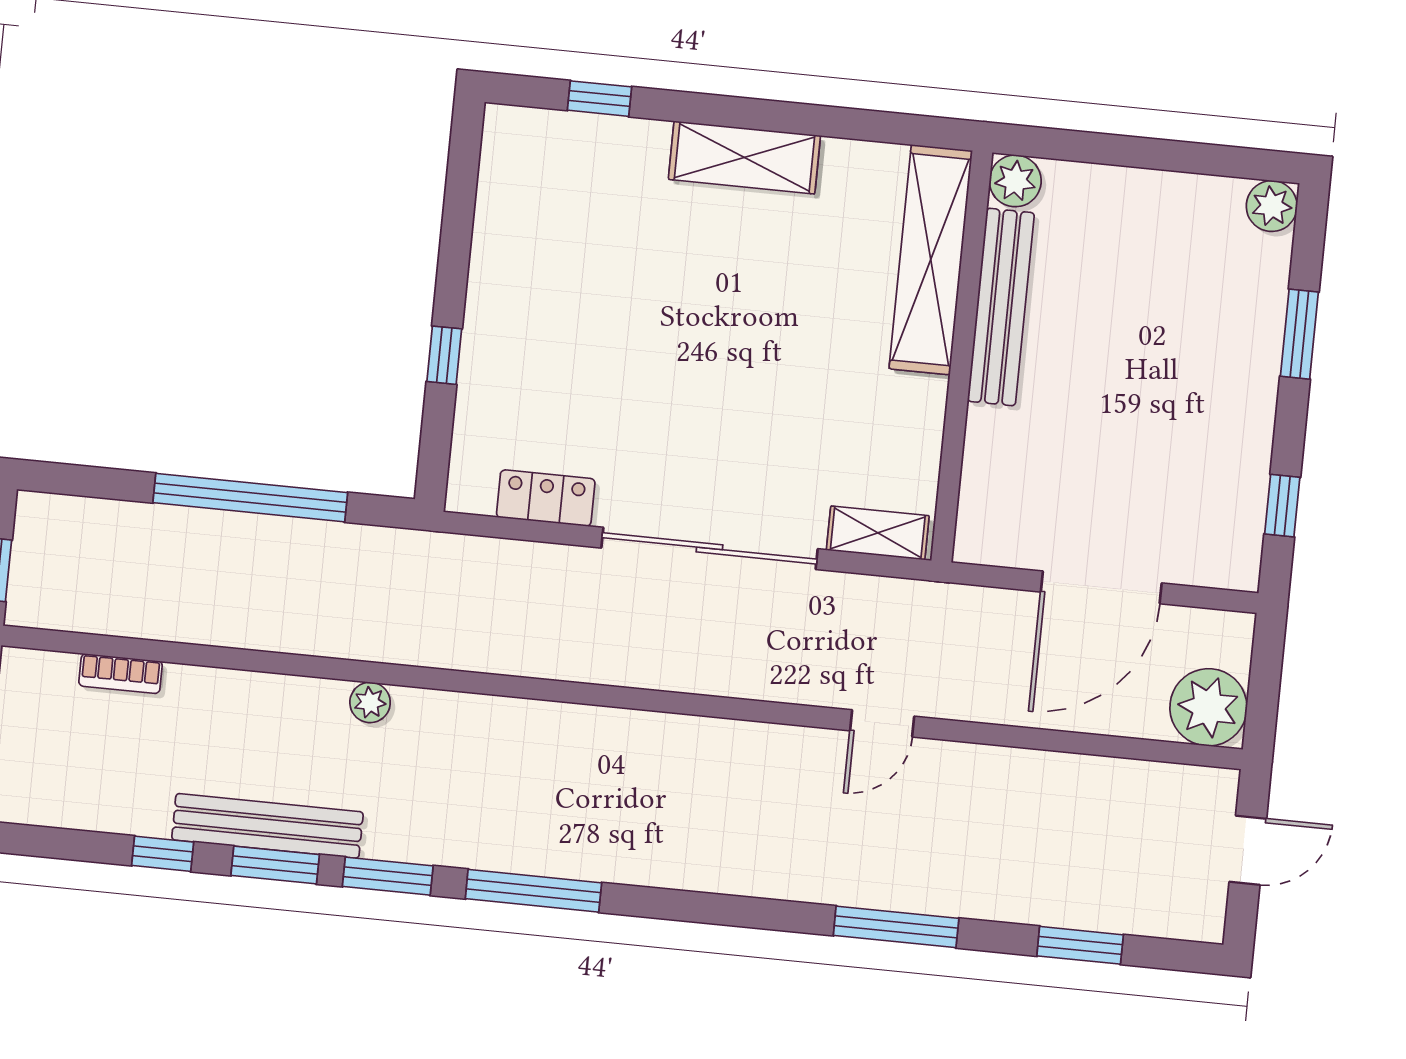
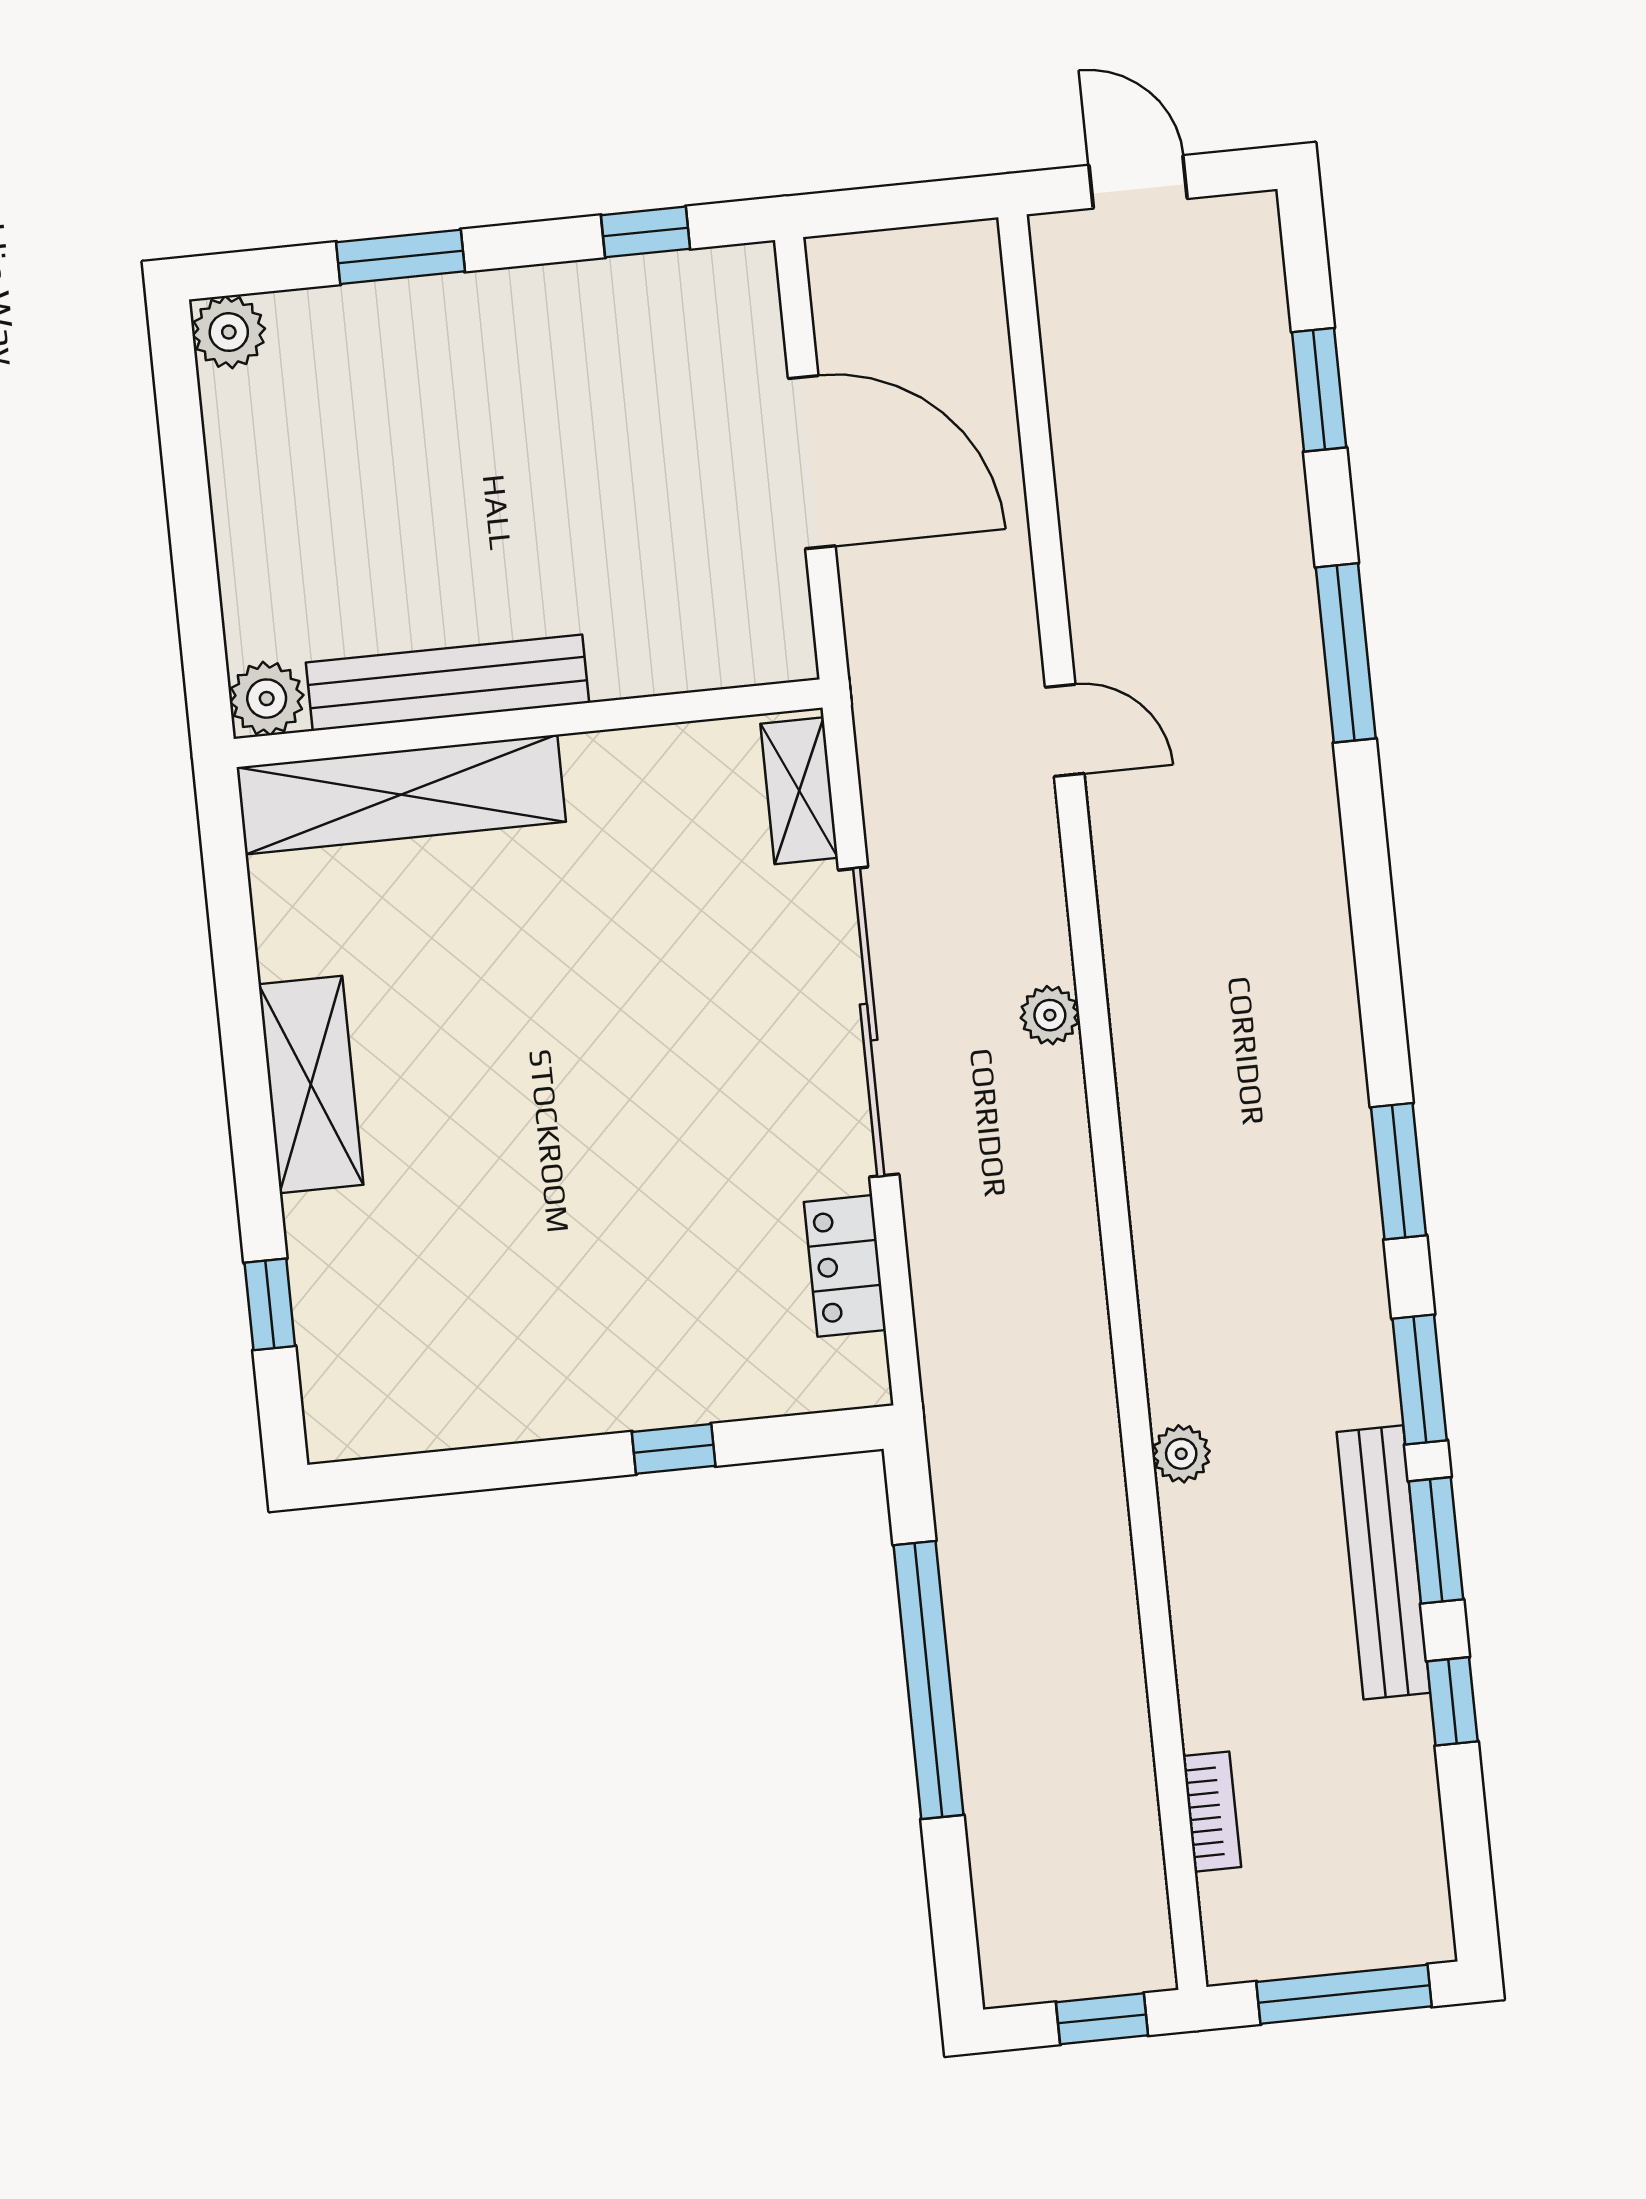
plant: (1208, 707) -> (1050, 1015), moved, width x0.53, depth x0.53
window: (533, 891) -> (1398, 1171), width x0.69

